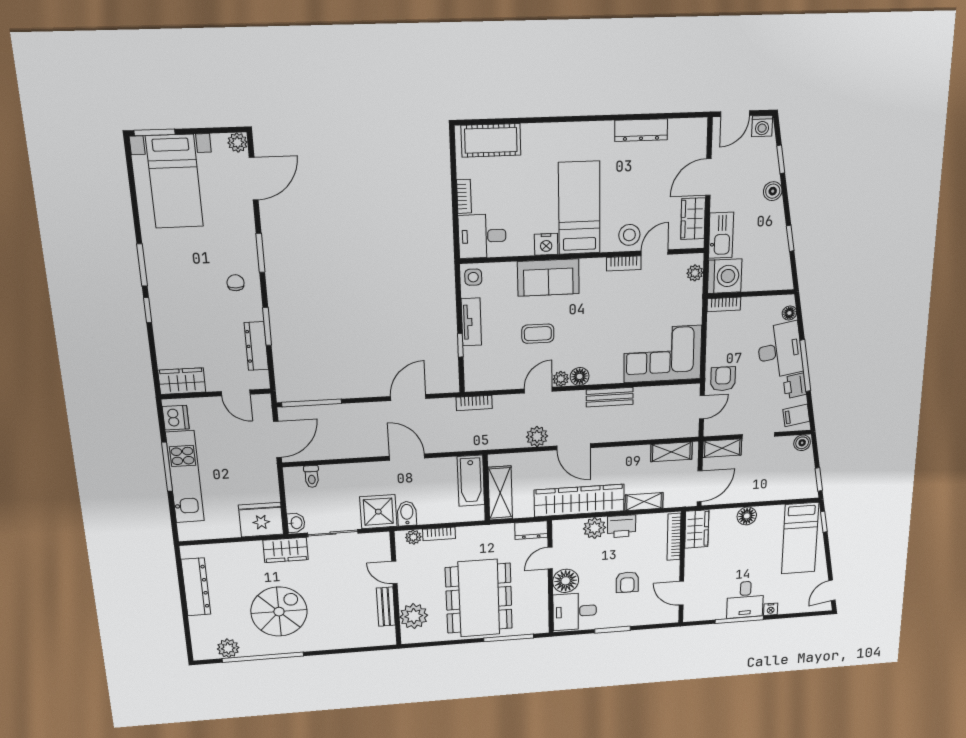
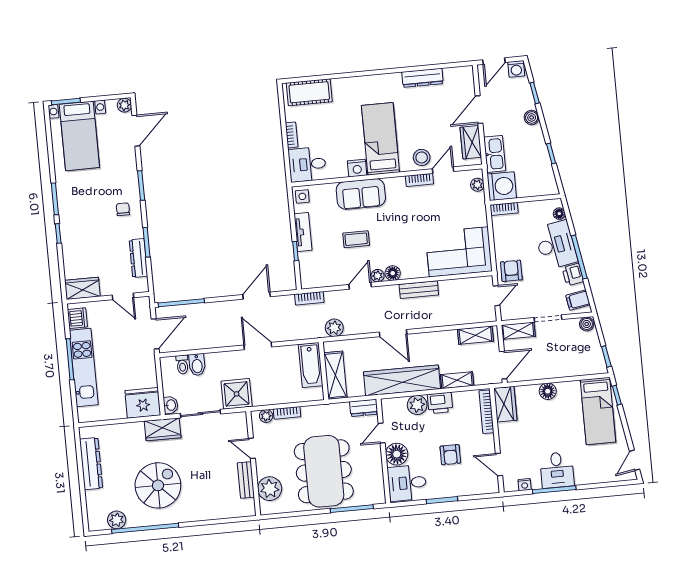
plant: (537, 436) -> (334, 328), moved
bidet: (407, 514) -> (197, 365), moved, turned 180
nightstand: (771, 609) -> (525, 485), moved

